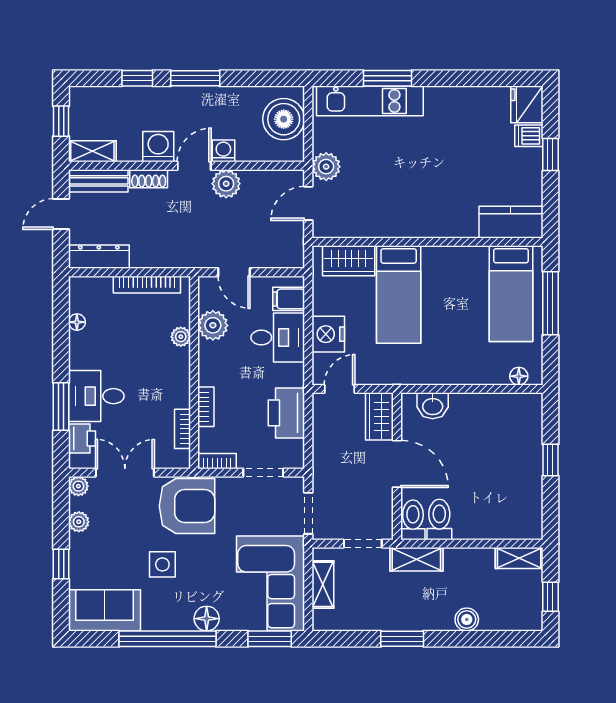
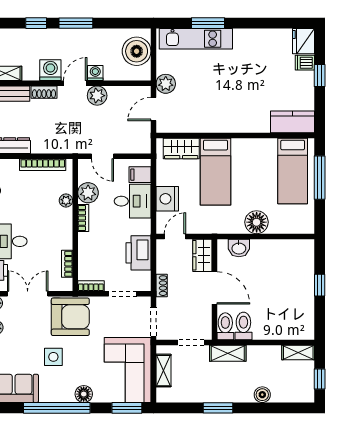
floor lamp: (519, 376) -> (257, 222), moved, width x1.89, depth x1.89
bookcase: (206, 407) -> (83, 218), moved
shoe rack: (320, 460) -> (162, 286), added

